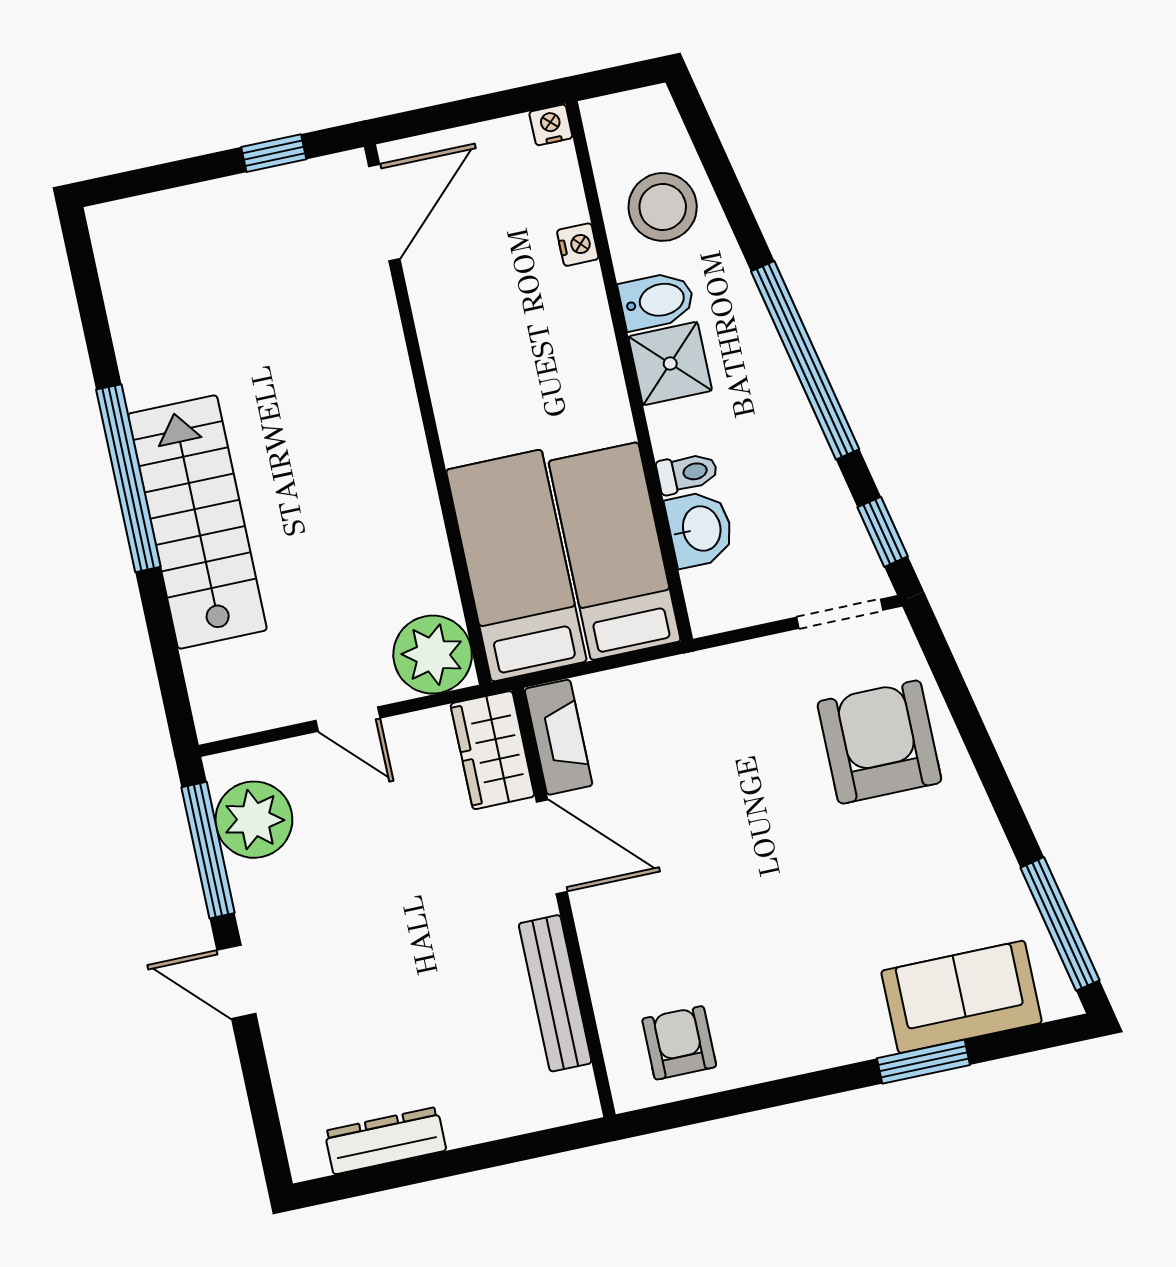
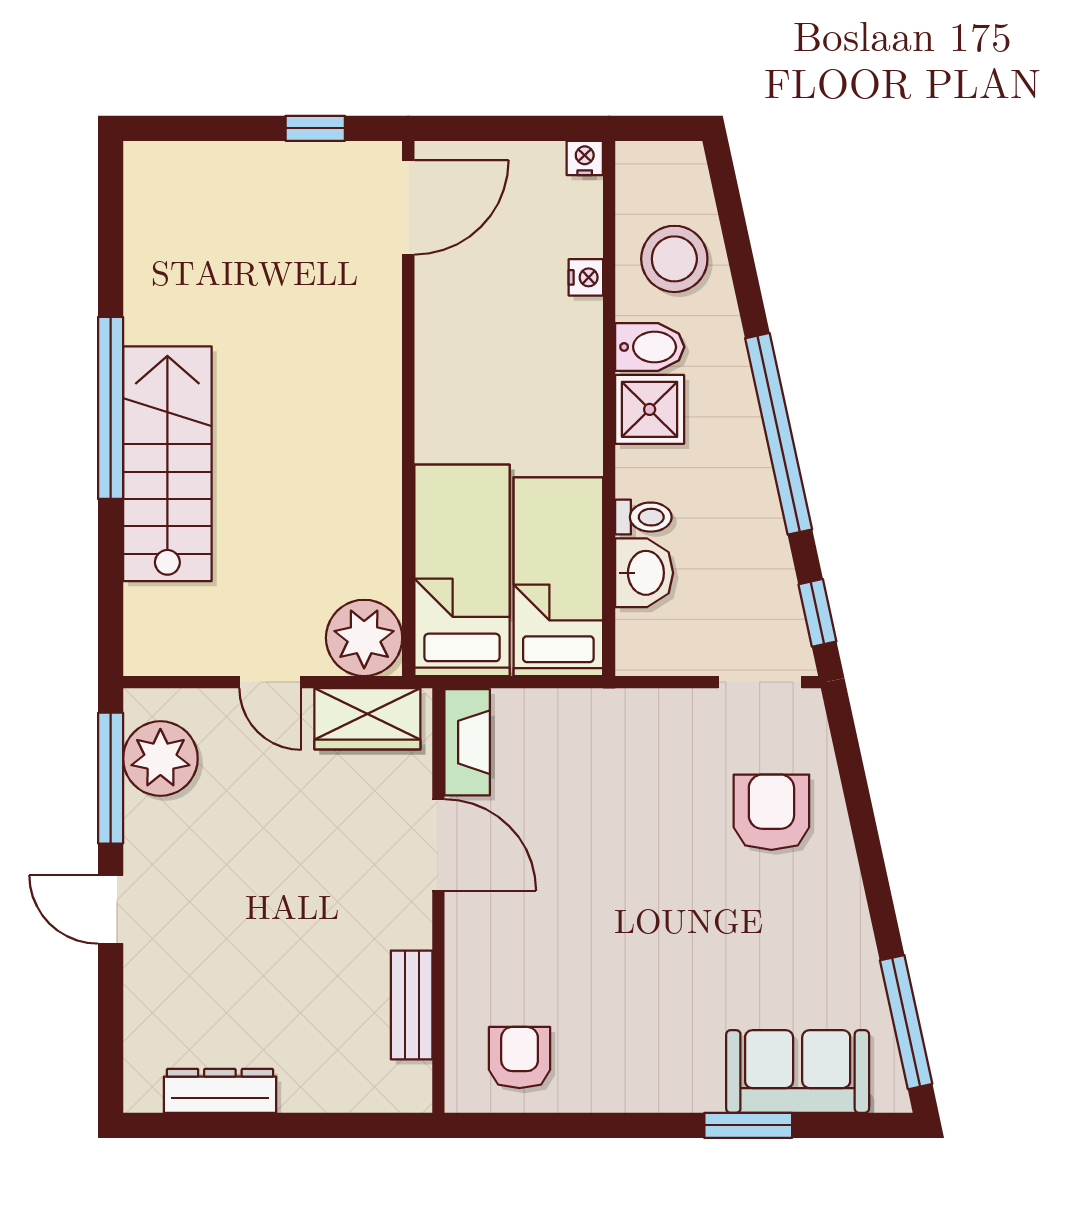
armchair: (879, 742) -> (771, 812), width x0.73, depth x0.73
wardrobe: (493, 750) -> (367, 719), moved, turned -90
bench: (555, 993) -> (412, 1005), width x0.73

